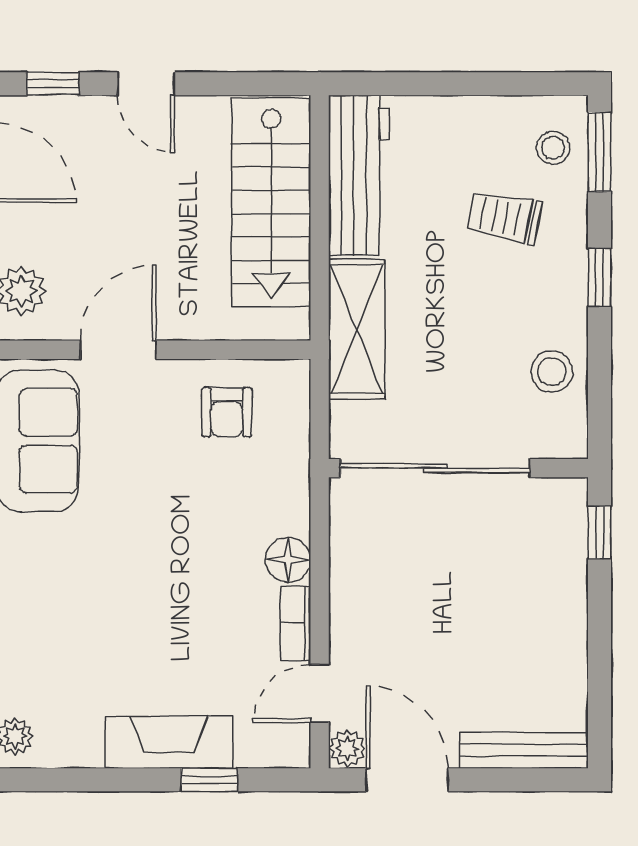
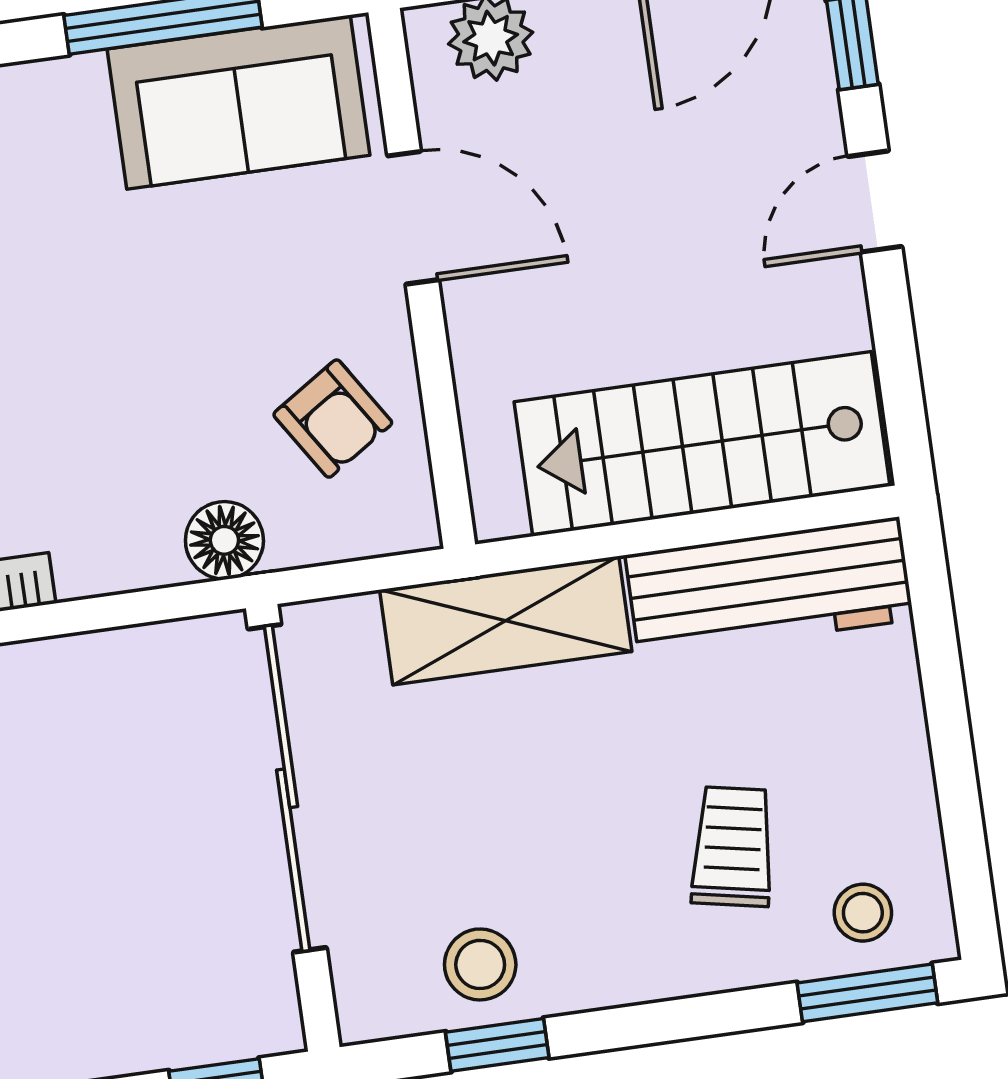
window: (599, 278) -> (497, 1045), moved
armchair: (227, 412) -> (333, 419), turned -123
floor lamp: (288, 560) -> (224, 540), moved

